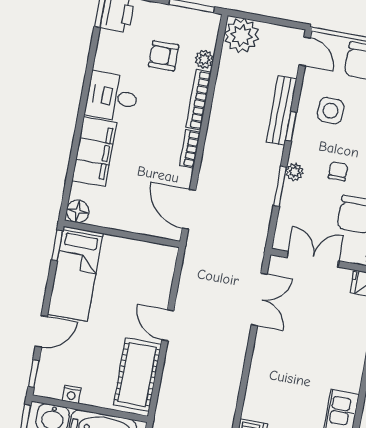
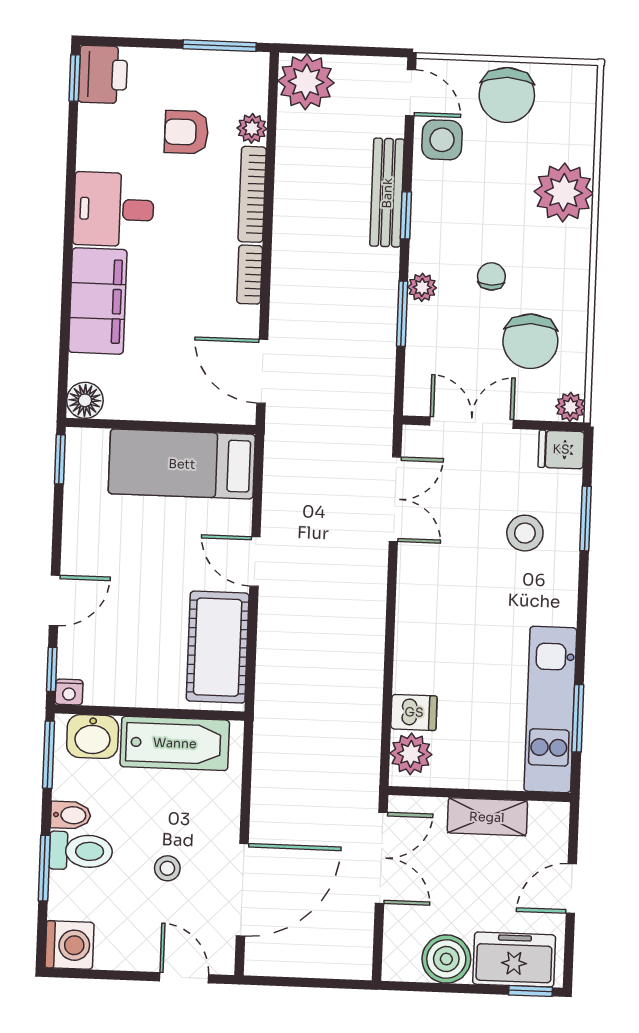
side table: (331, 111) -> (442, 140), moved
bed: (75, 274) -> (182, 464), moved, turned 90
stool: (336, 332) -> (525, 533), added
nightstand: (71, 394) -> (69, 692), moved

